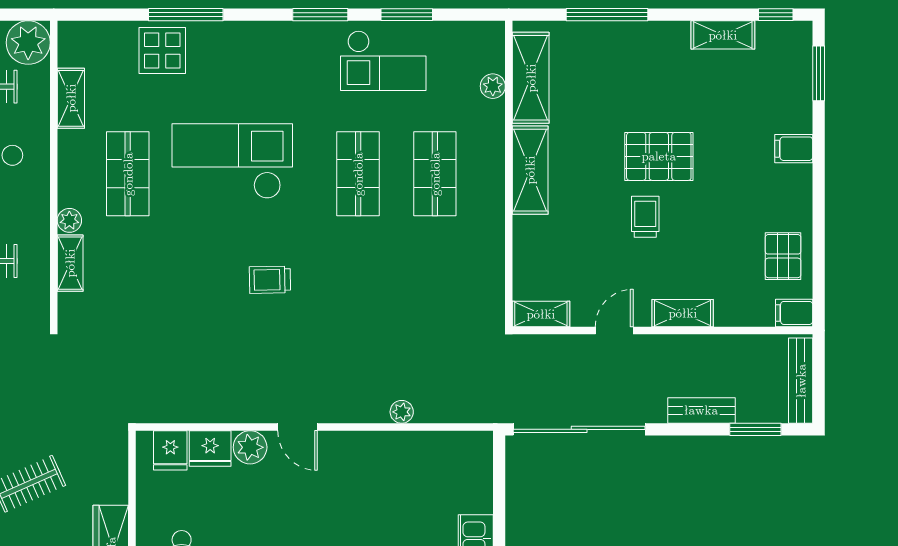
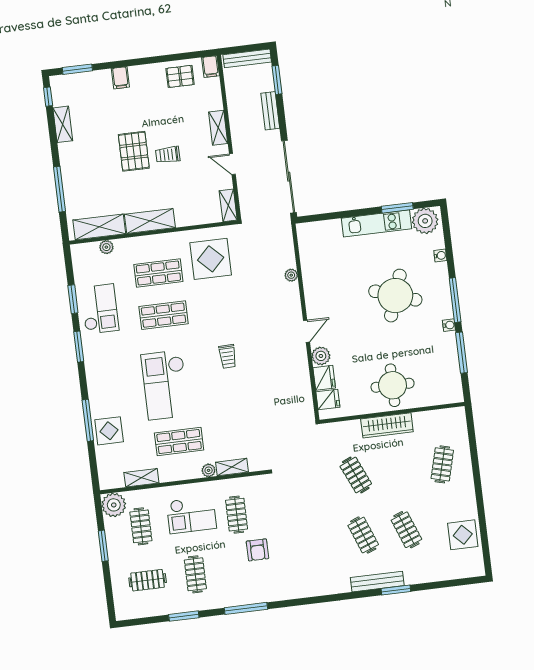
display table: (449, 271) -> (211, 259), added

